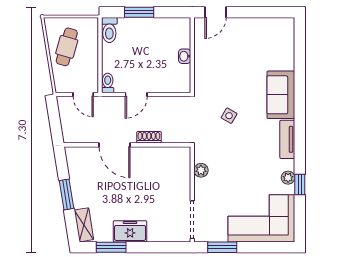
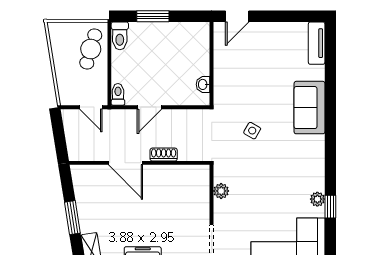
cafe table: (67, 47) -> (91, 49), moved
washbasin: (185, 56) -> (203, 84), moved
tv unit: (287, 139) -> (317, 43), moved

